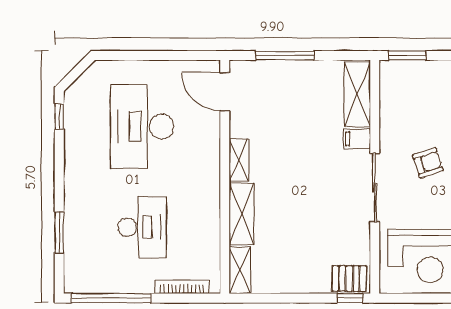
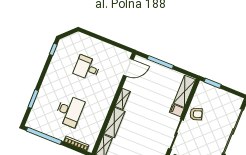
door: (225, 92) -> (128, 67), swing flipped
desk: (142, 126) -> (87, 68), width x0.53, depth x0.77
armchair: (428, 163) -> (196, 114), moved

